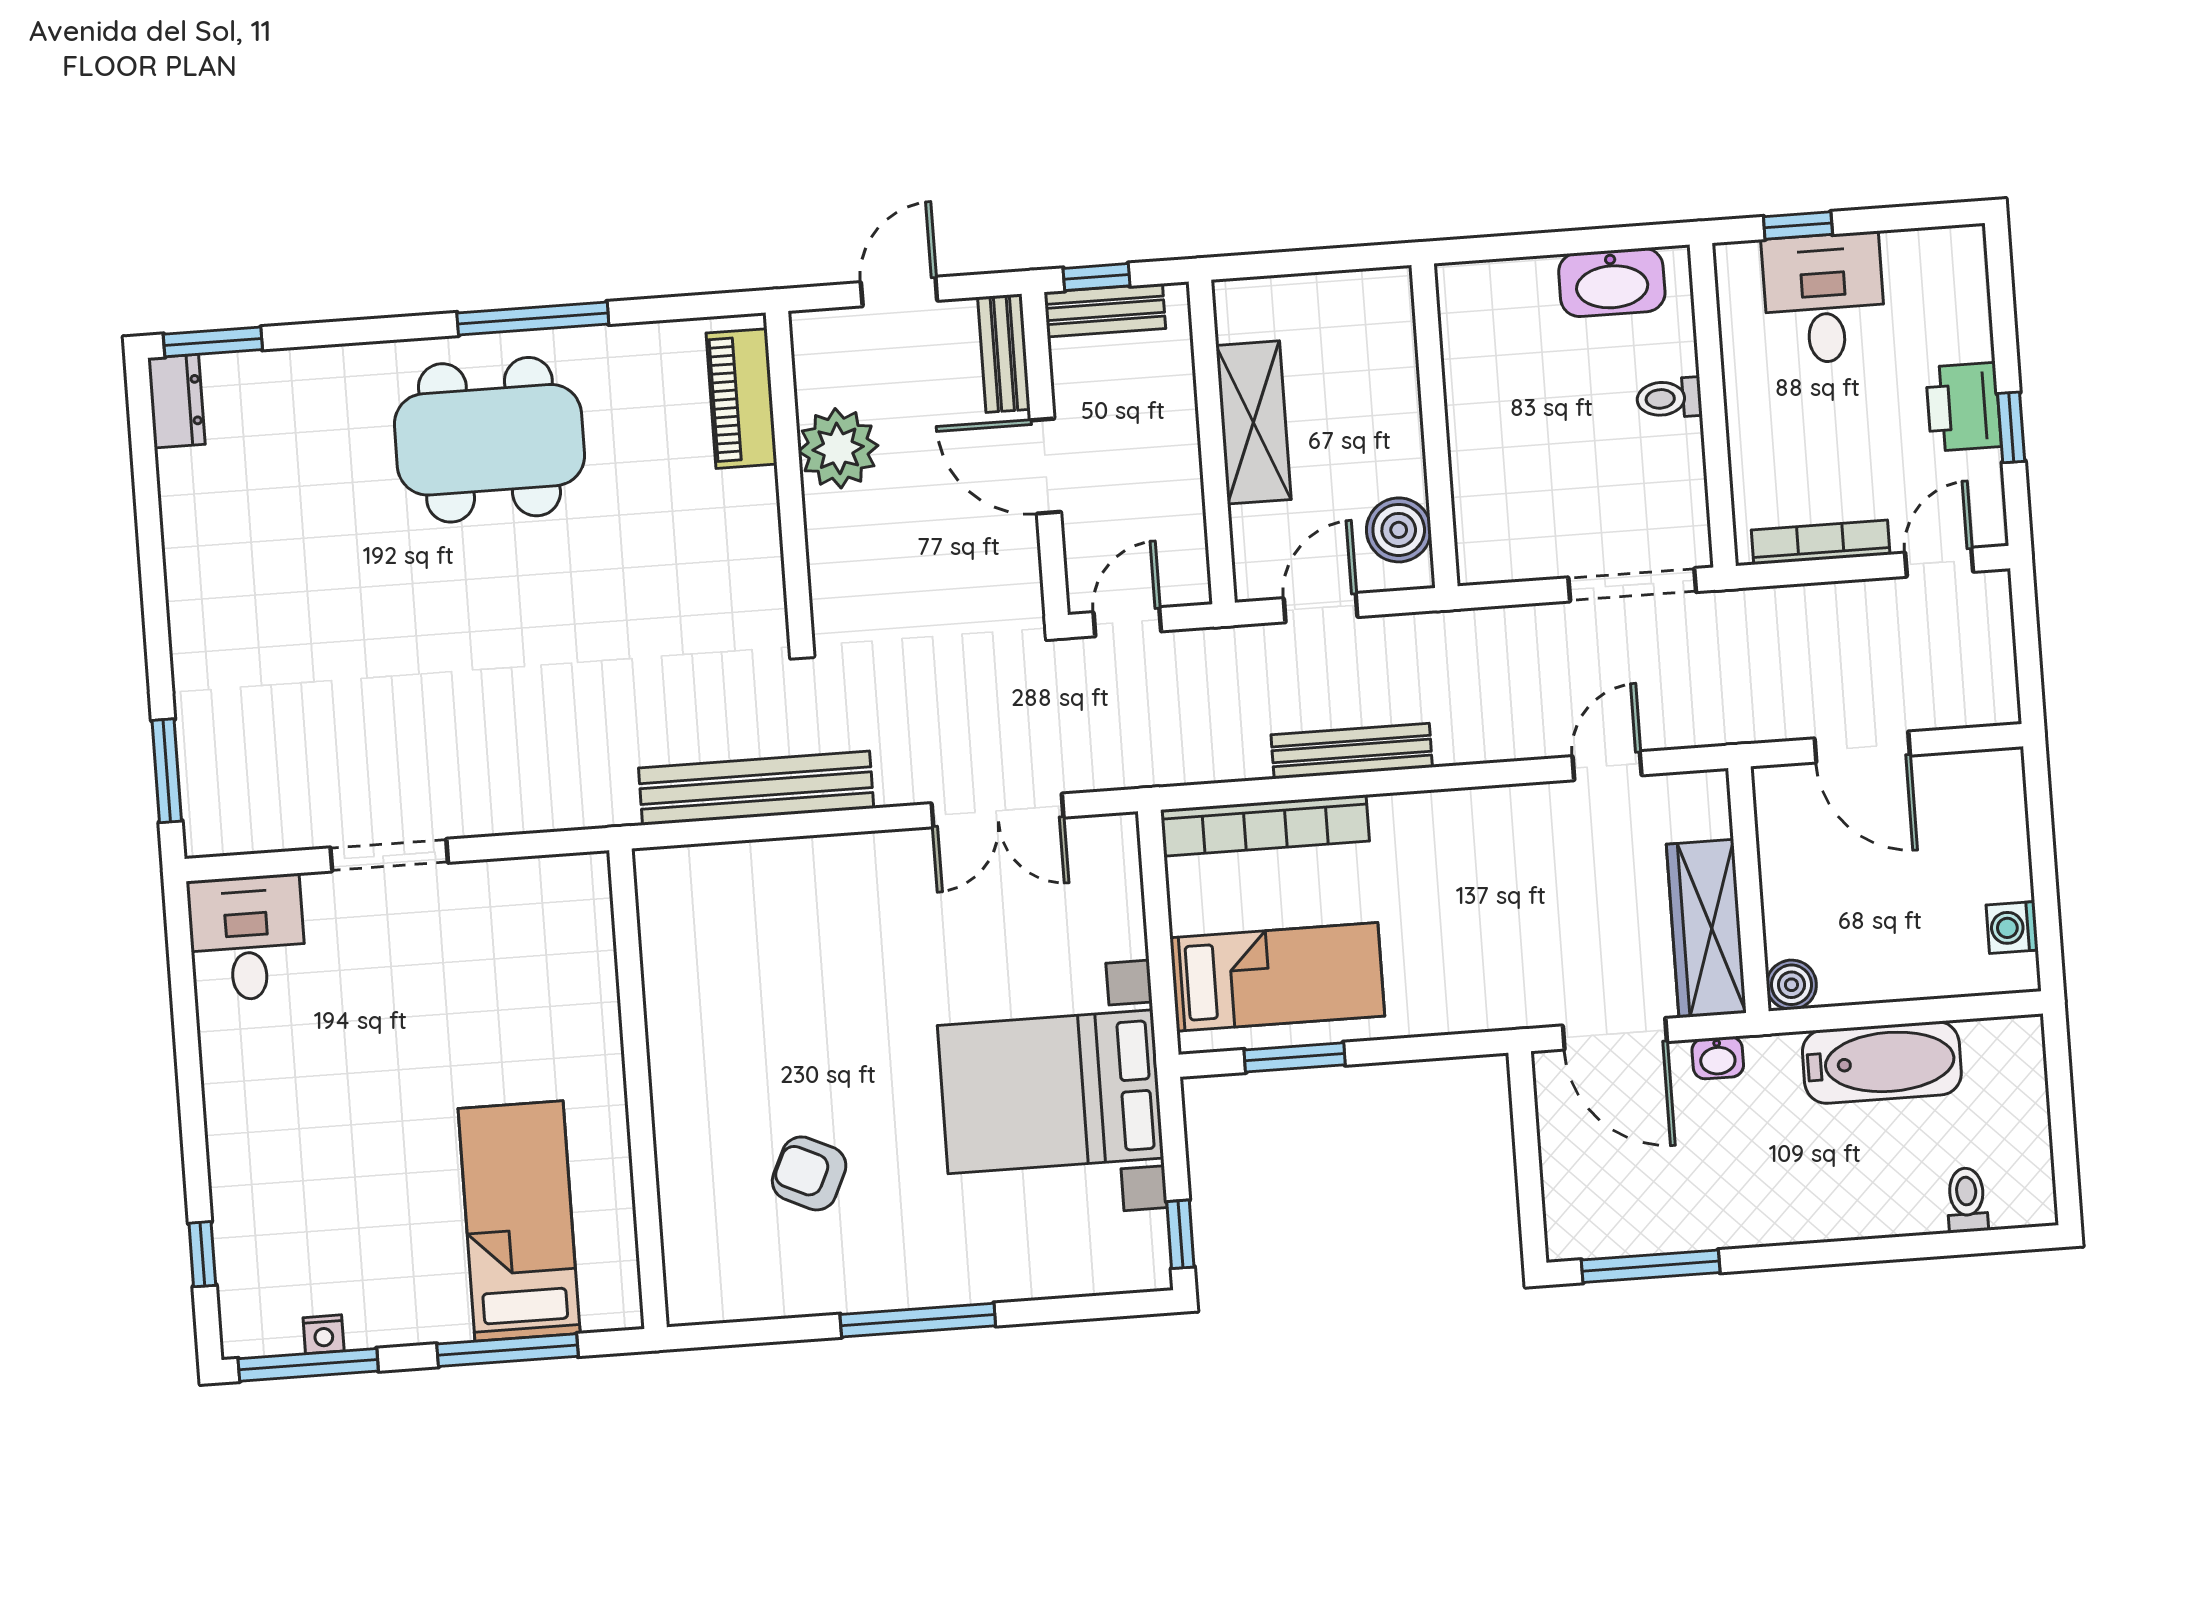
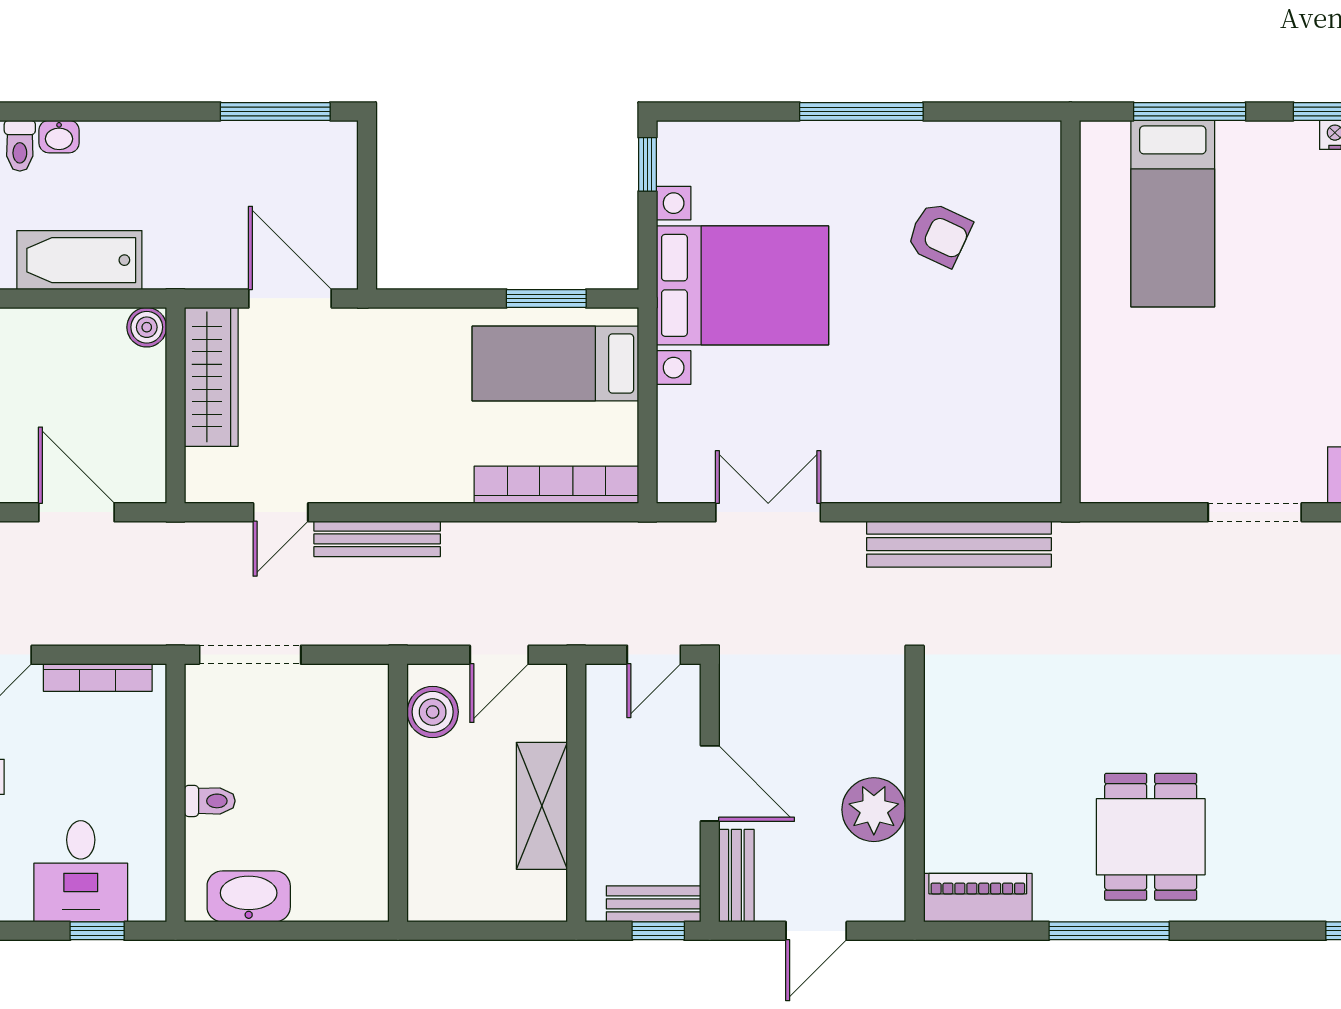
piano: (741, 399) -> (978, 898), moved, turned -90
dining table: (489, 440) -> (1151, 837), width x0.73
bench: (1352, 751) -> (377, 539), moved
washbasin: (1718, 1058) -> (59, 137), moved, turned 180

